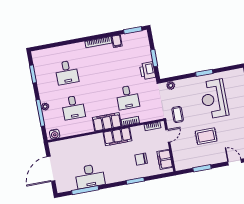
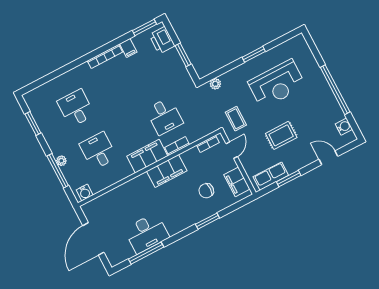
printer: (148, 71) -> (162, 40), moved
desk: (67, 72) -> (76, 108), turned 180
reception desk: (214, 99) -> (277, 84), turned -90
desk: (73, 108) -> (98, 151), turned 180
row of seats: (190, 163) -> (271, 176), added

